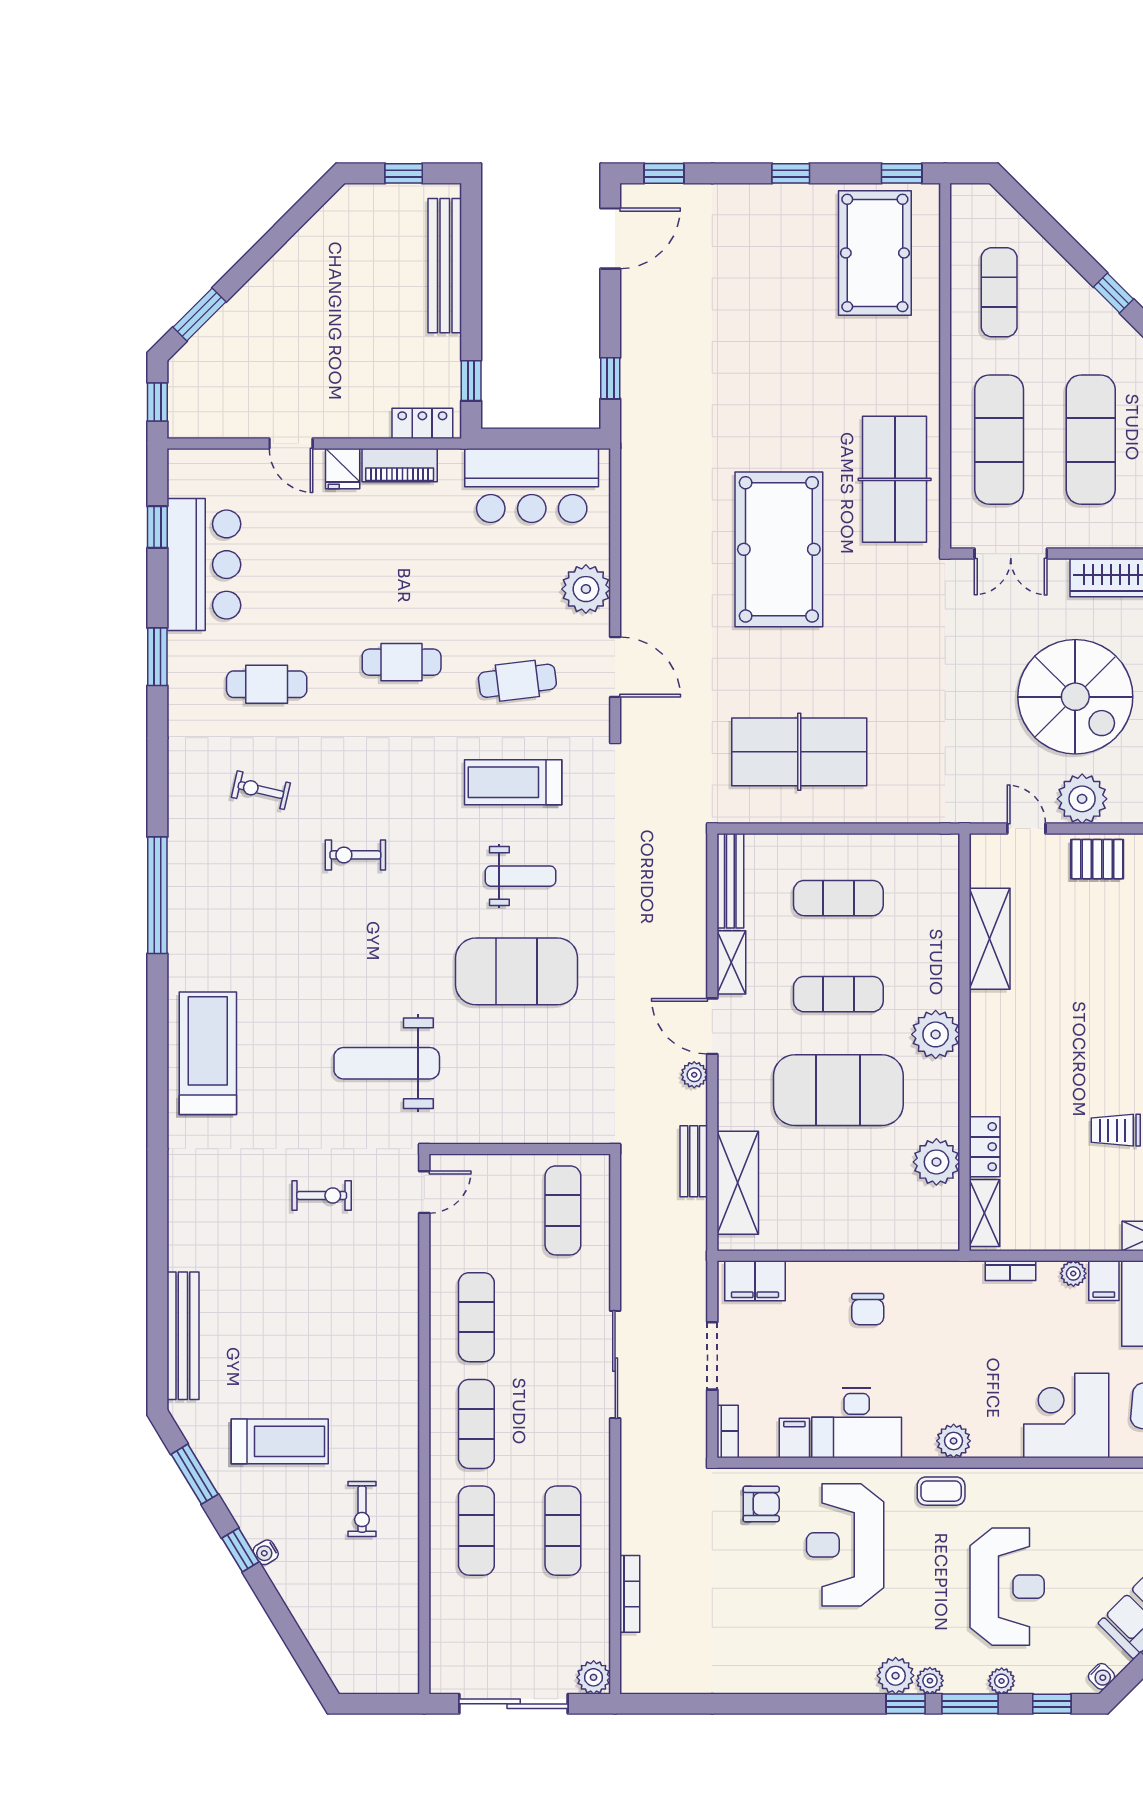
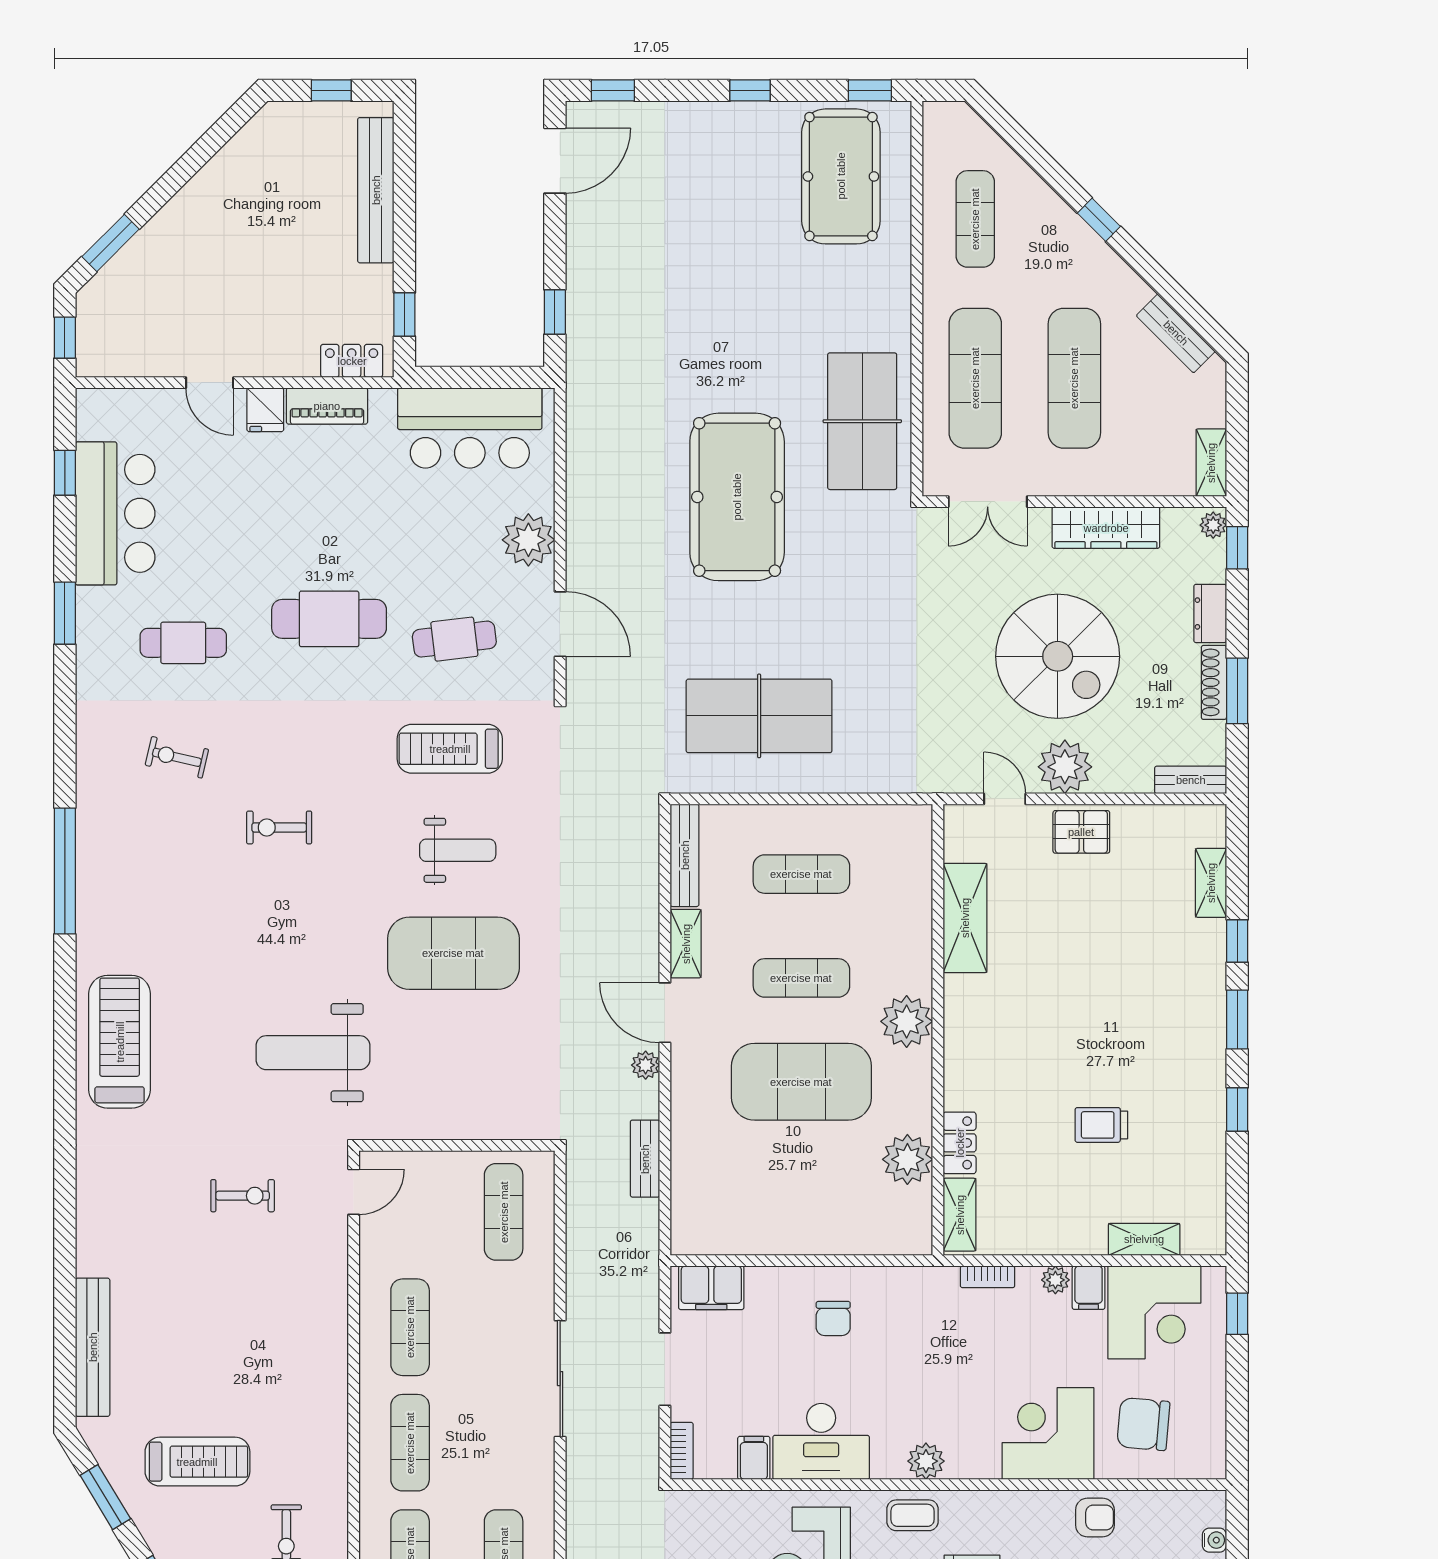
cafe table: (402, 662) -> (329, 619), width x1.37, depth x1.35
shelving: (738, 1183) -> (693, 1182), removed
armchair: (761, 1504) -> (1095, 1518), moved

